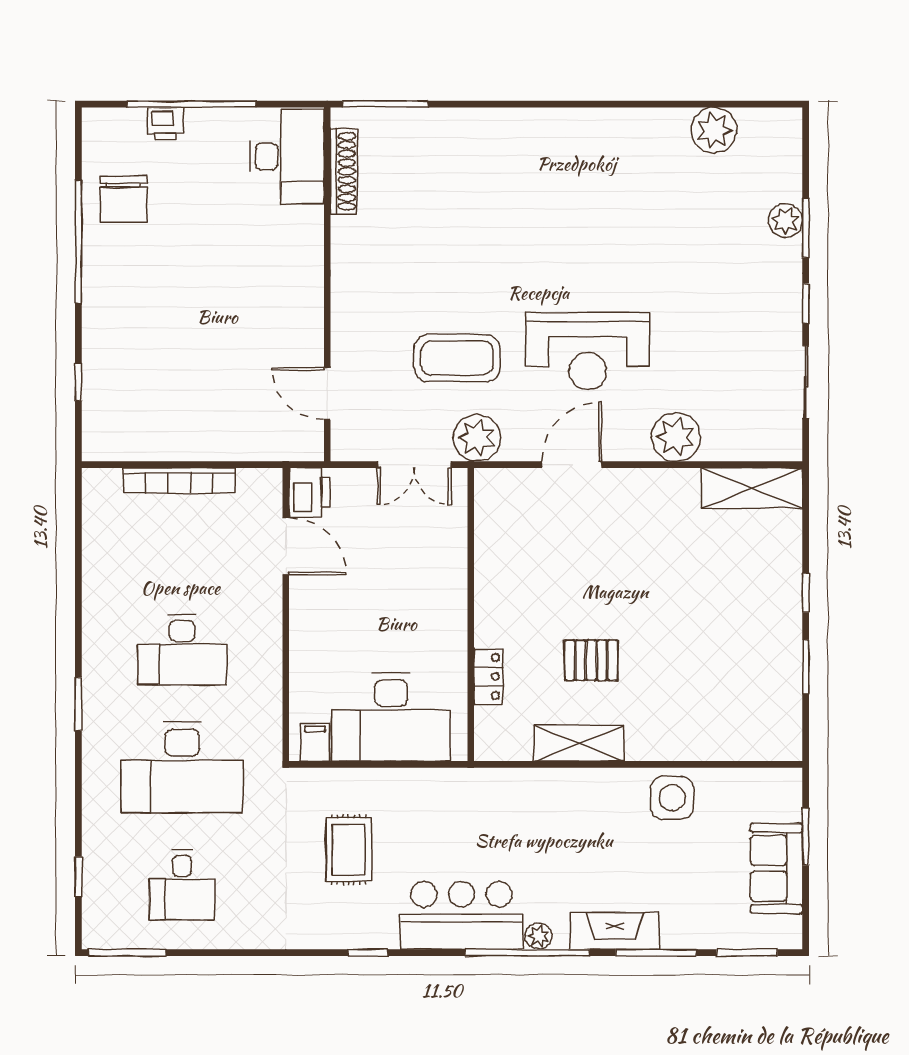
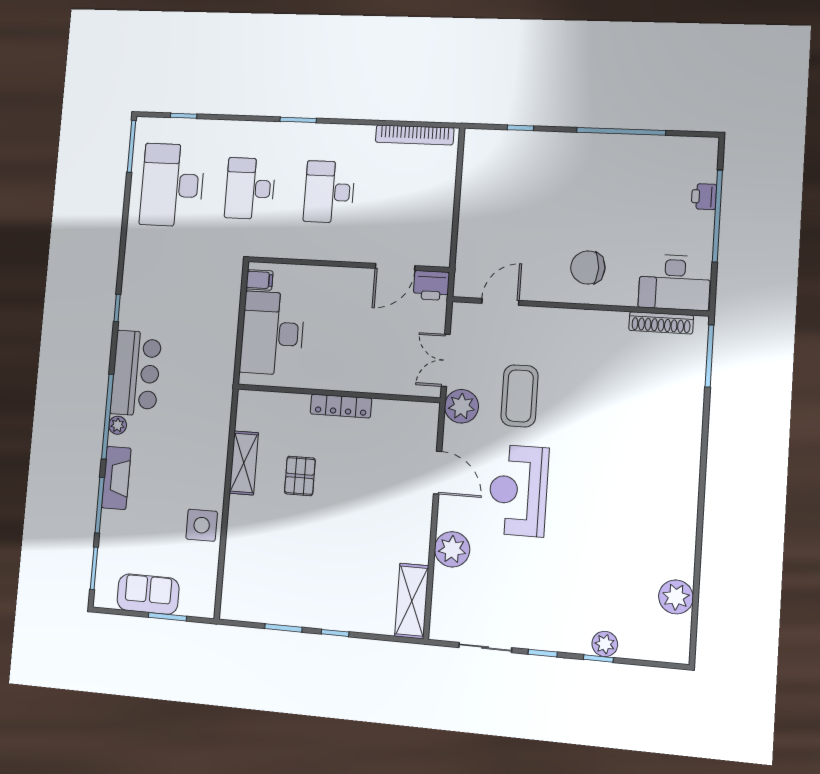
chair: (123, 199) -> (588, 268), moved
window: (806, 228) -> (598, 659), width x0.67
bookcase: (179, 480) -> (415, 135), moved, turned -90
locker: (488, 677) -> (341, 406), moved, width x1.53
desk: (182, 767) -> (250, 188), width x0.73, depth x0.77
rug: (349, 850) -> (186, 299), removed
desk: (182, 885) -> (172, 185), width x1.87, depth x1.30

